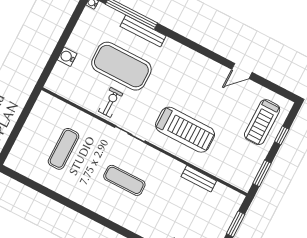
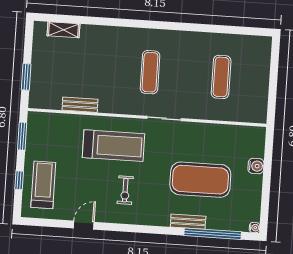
bench: (143, 31) -> (188, 222), width x0.73
exercise bike: (111, 102) -> (125, 190), moved
treadmill: (185, 130) -> (113, 146), turned 180
exercise mat: (124, 180) -> (150, 72), turned 90

